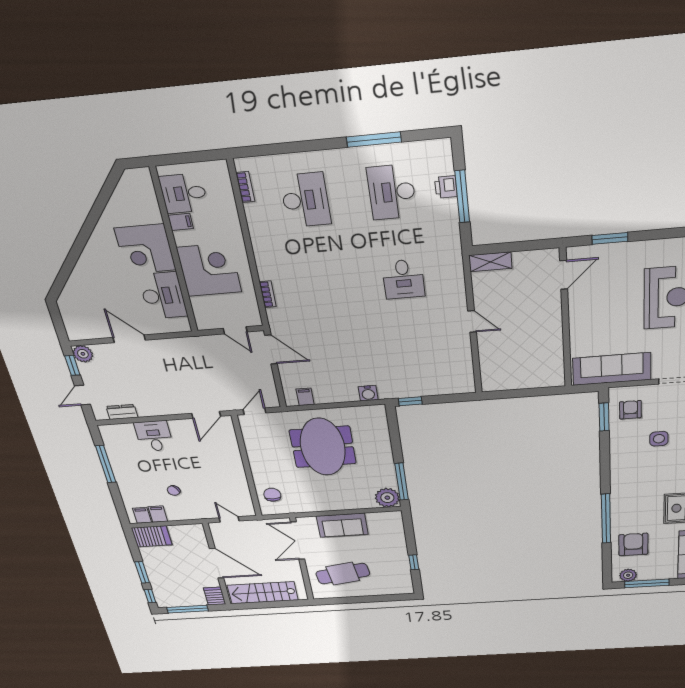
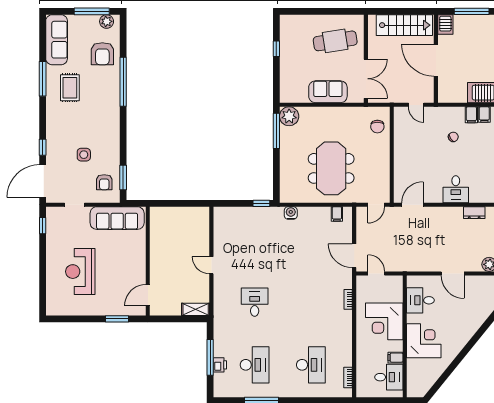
desk: (305, 200) -> (311, 365), turned 180
desk: (163, 296) -> (420, 300), width x0.73

